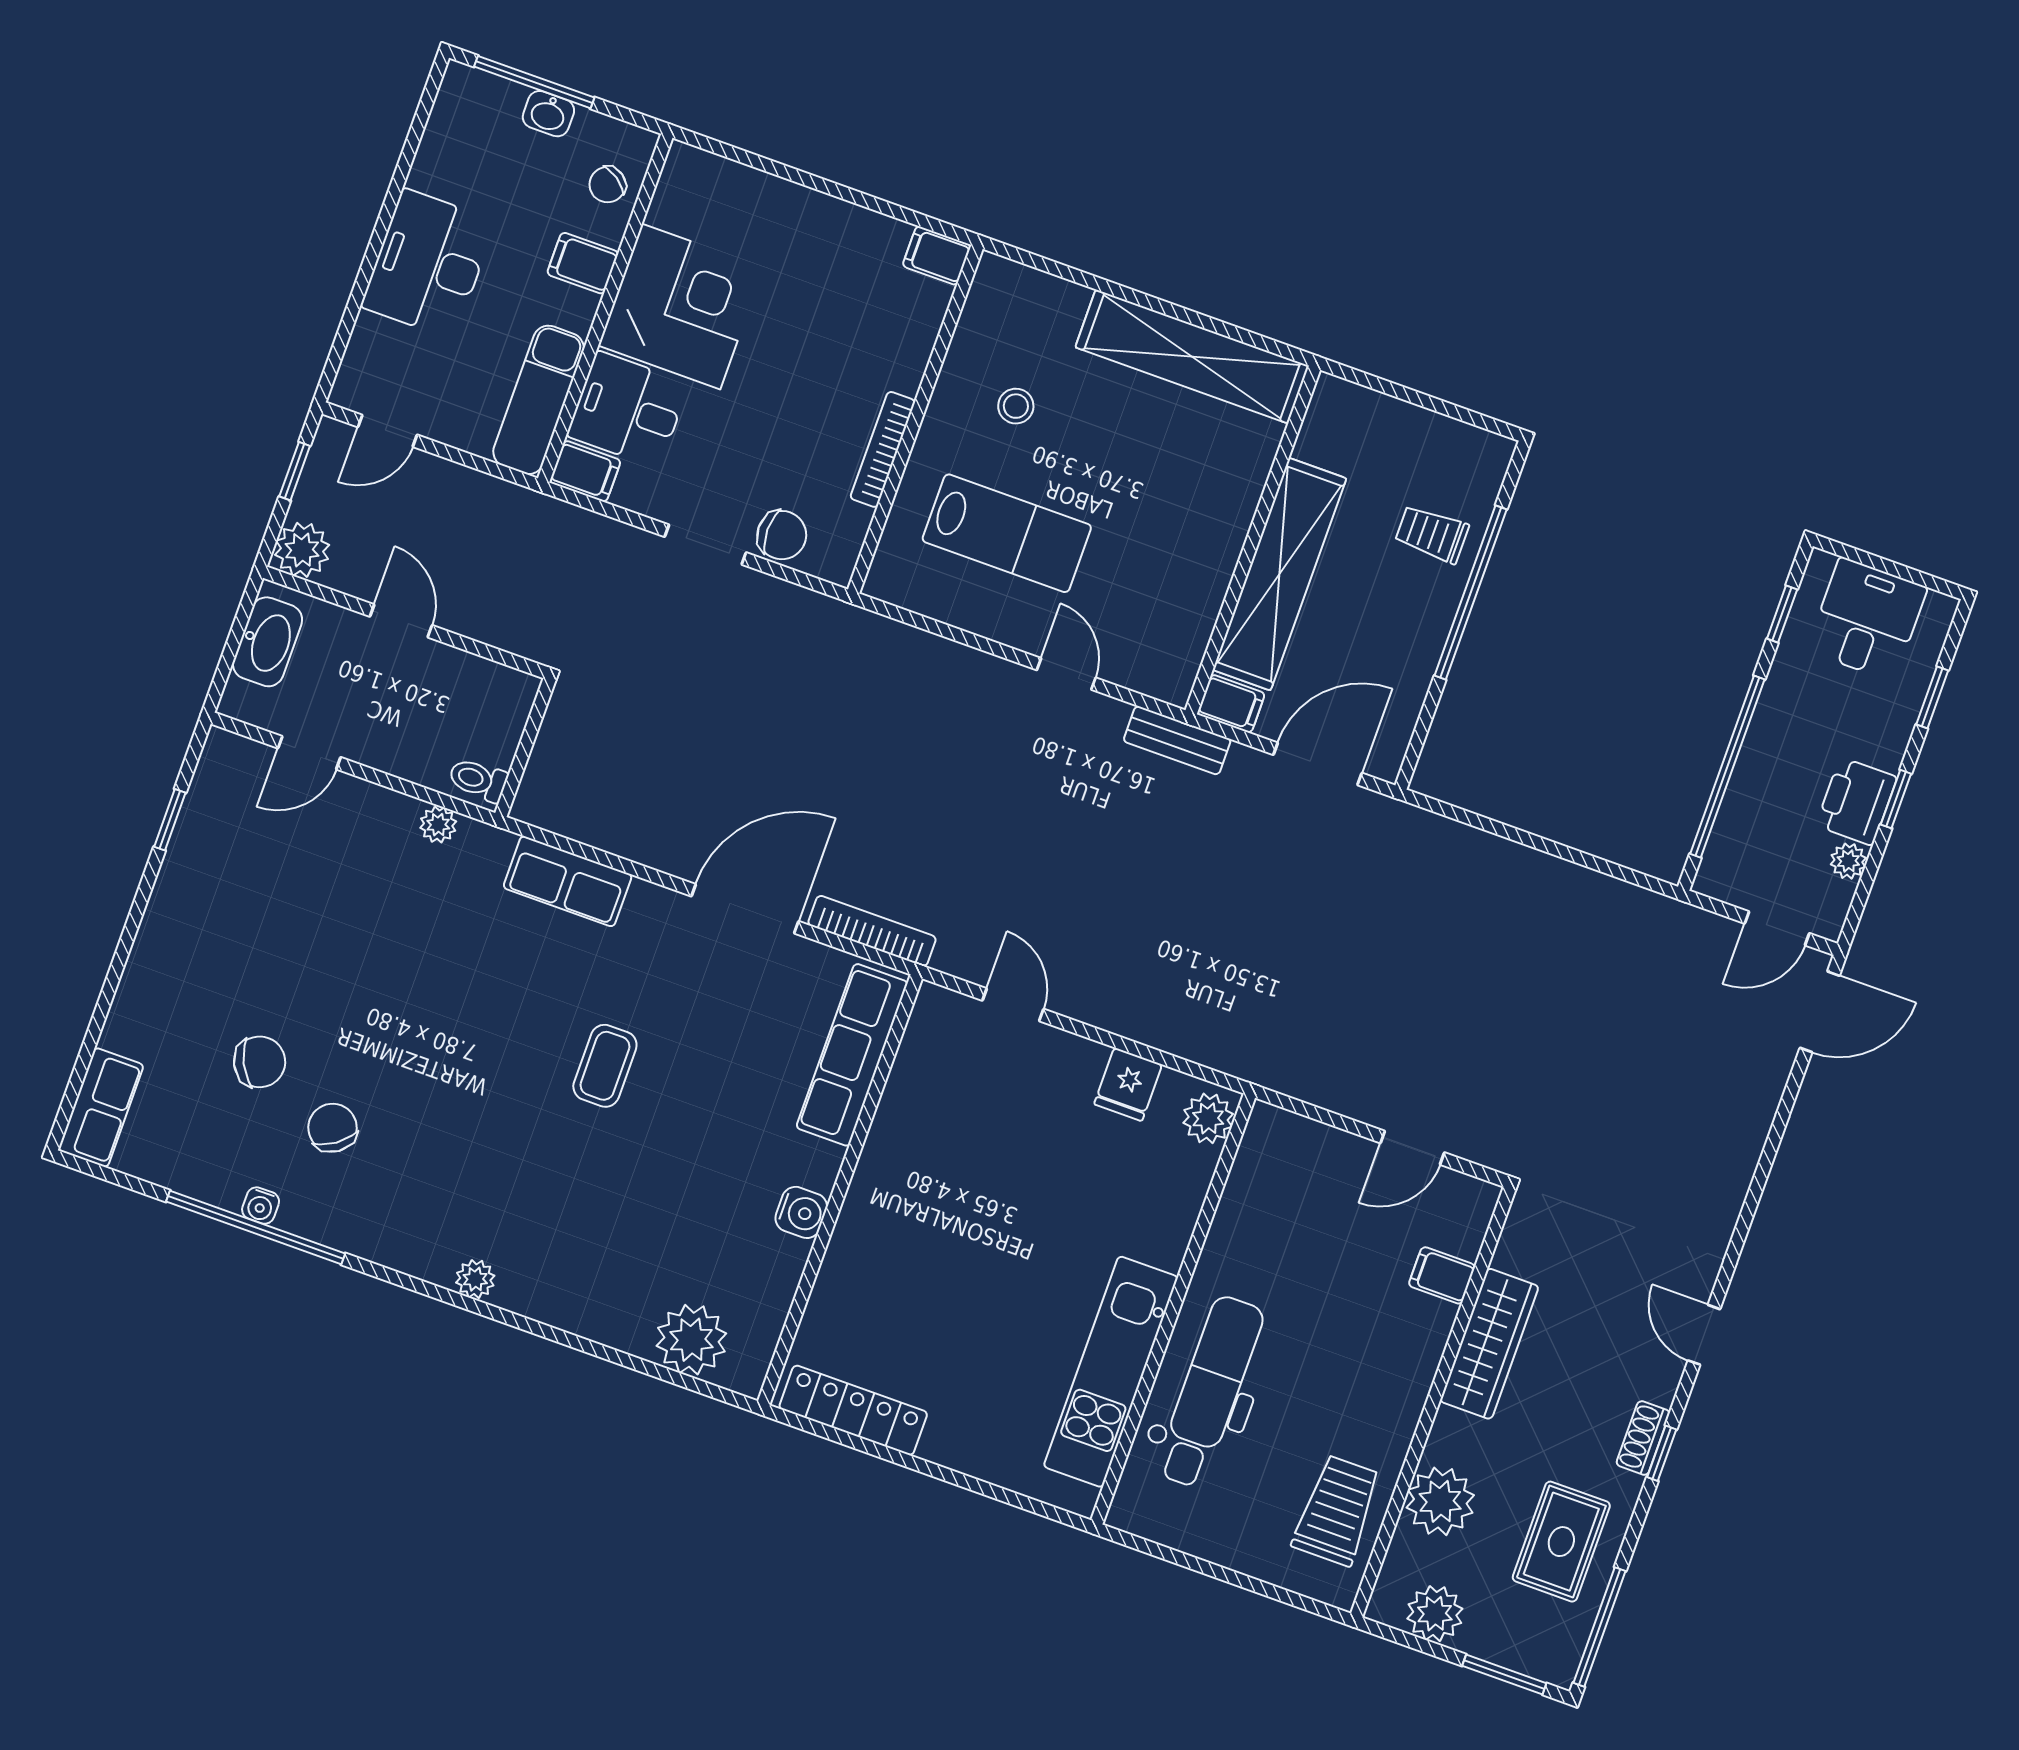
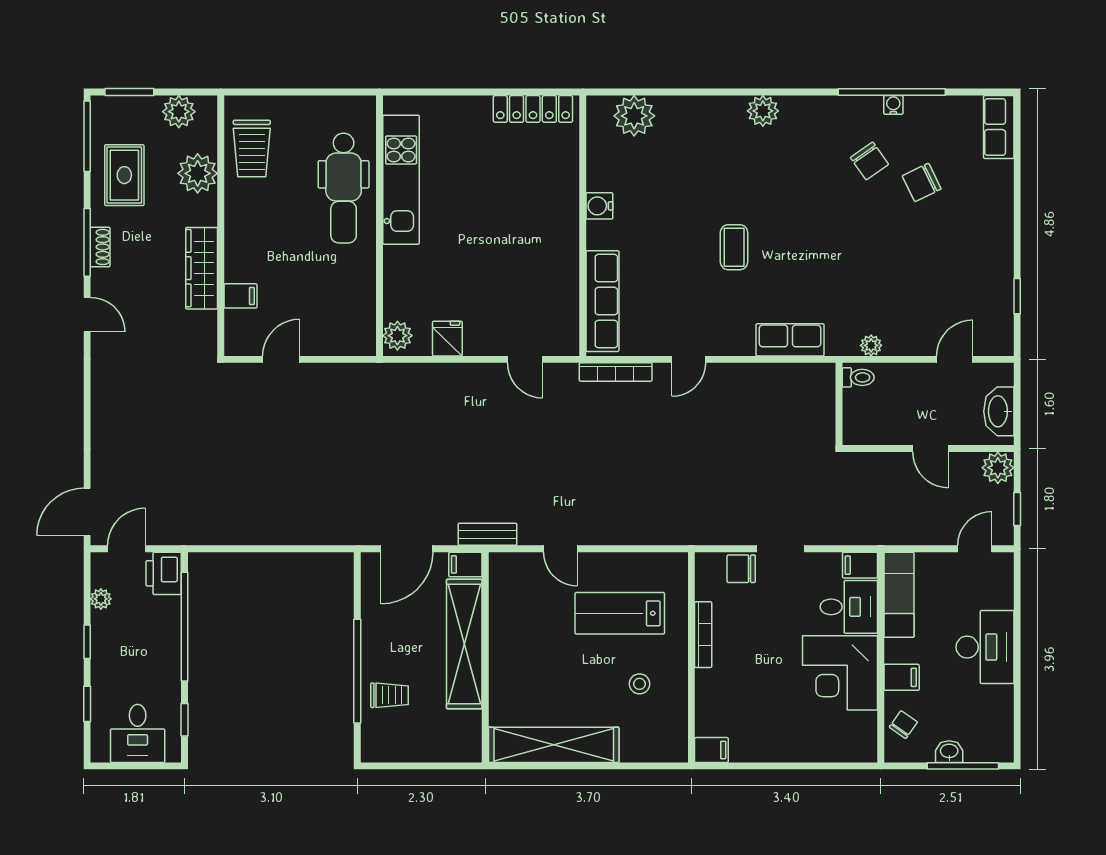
printer: (1856, 801) -> (164, 573), moved, turned 180
door: (745, 909) -> (689, 359), width x0.53
plant: (475, 1279) -> (763, 111), width x1.38, depth x1.38
window: (1662, 1453) -> (87, 242), width x2.17

